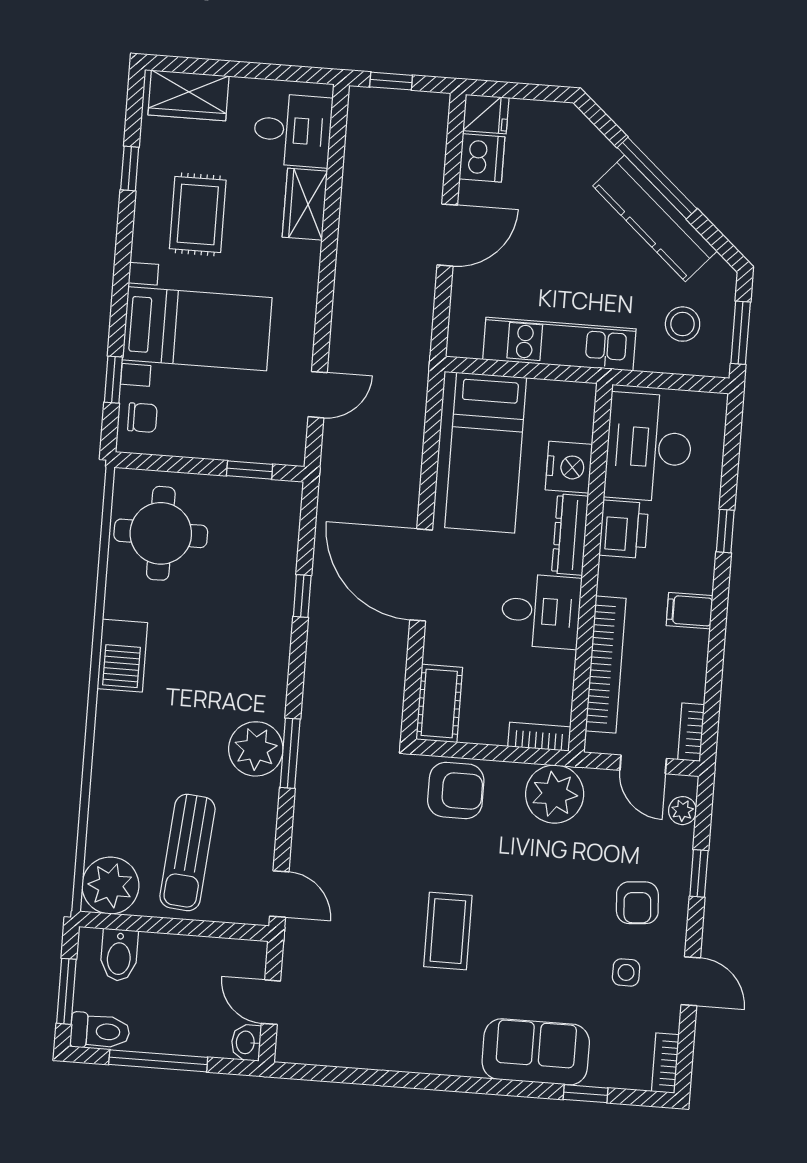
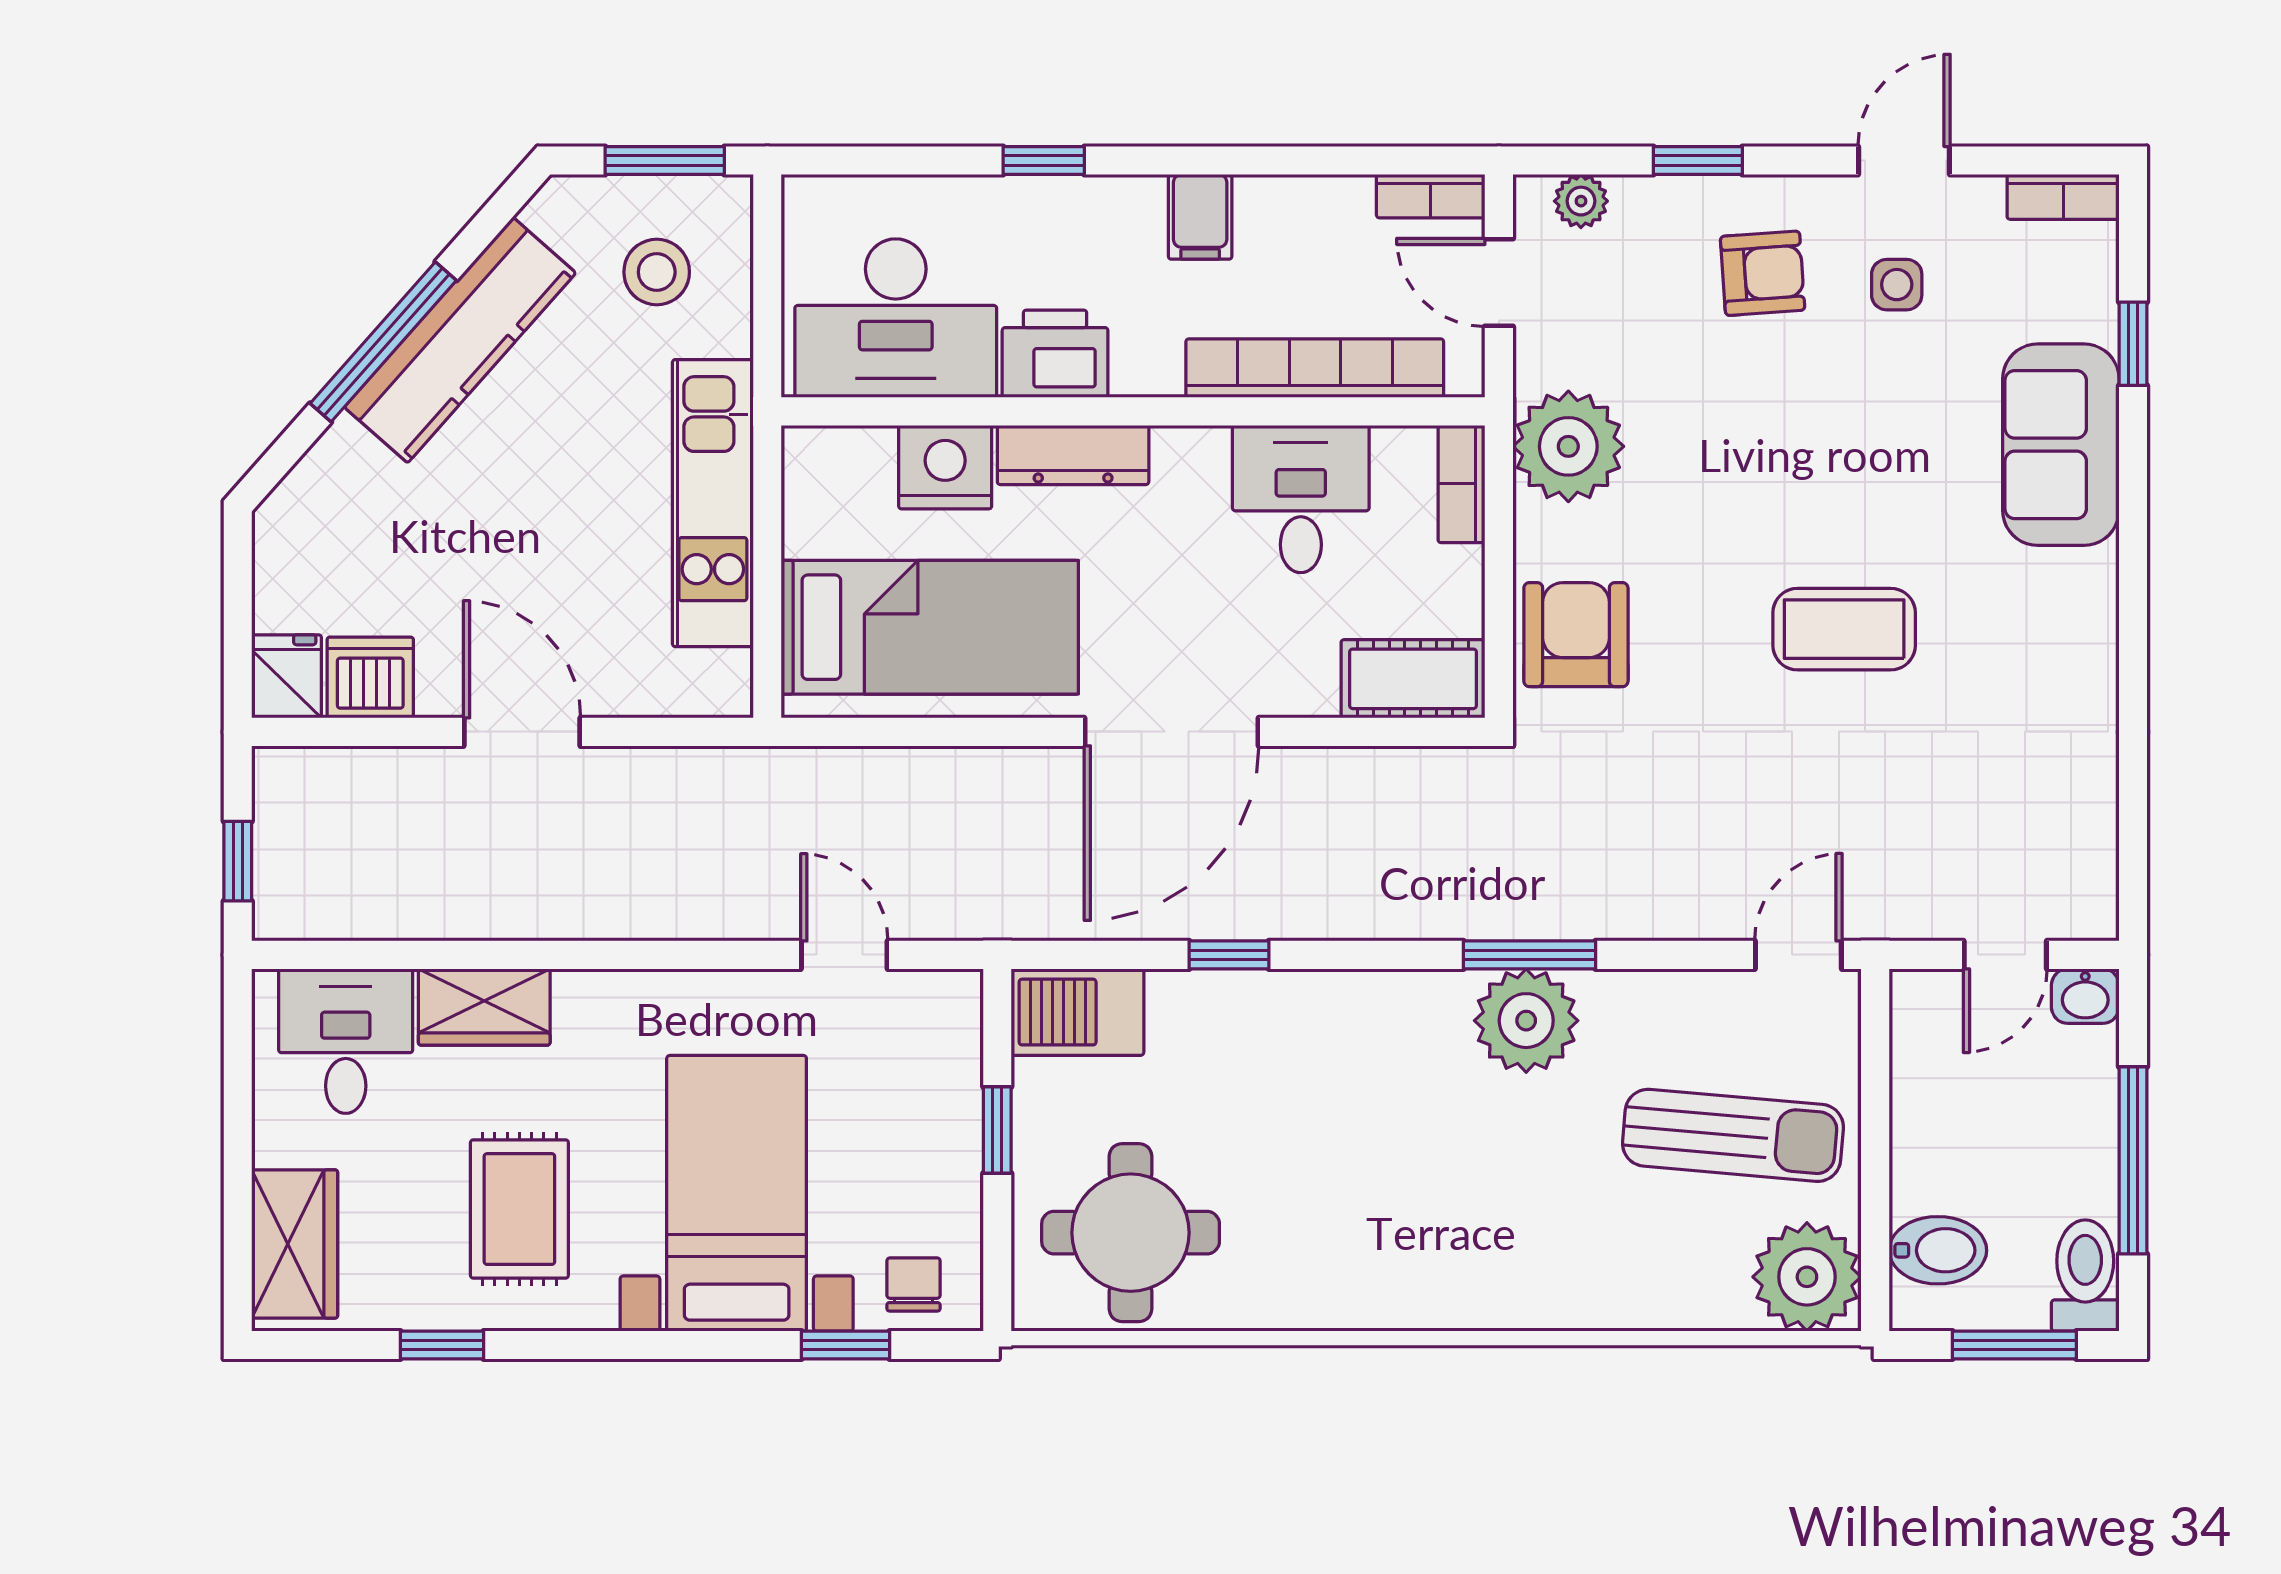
rug: (198, 214) -> (519, 1209), turned 90
window: (250, 470) -> (997, 1130), moved
desk: (541, 611) -> (1301, 499), moved
barbecue: (122, 656) -> (1077, 1012), moved, turned 180
door: (643, 764) -> (1499, 282), swing flipped

